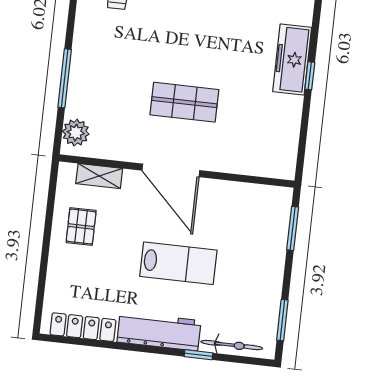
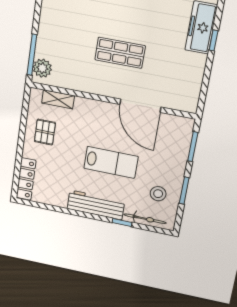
window: (65, 78) -> (32, 55), moved
door: (171, 170) -> (140, 106), moved
stool: (248, 304) -> (158, 194), added
window: (282, 320) -> (184, 191), moved
locker: (83, 327) -> (26, 179), moved, turned 90

